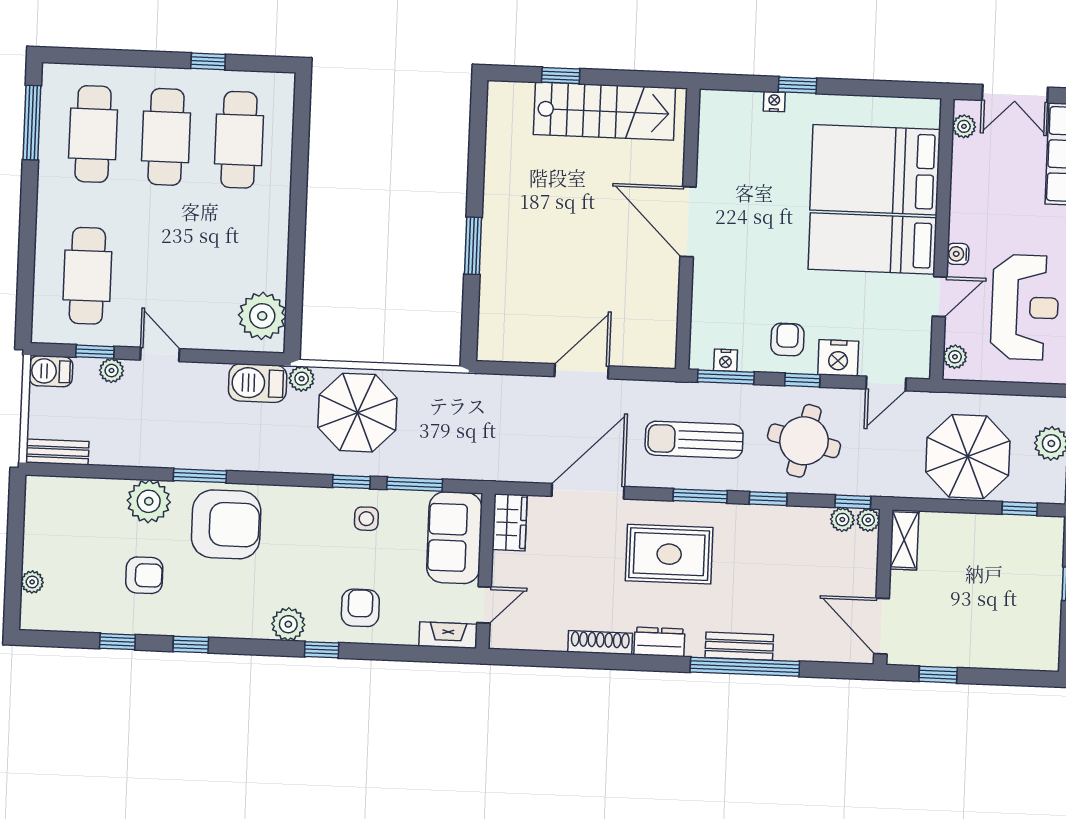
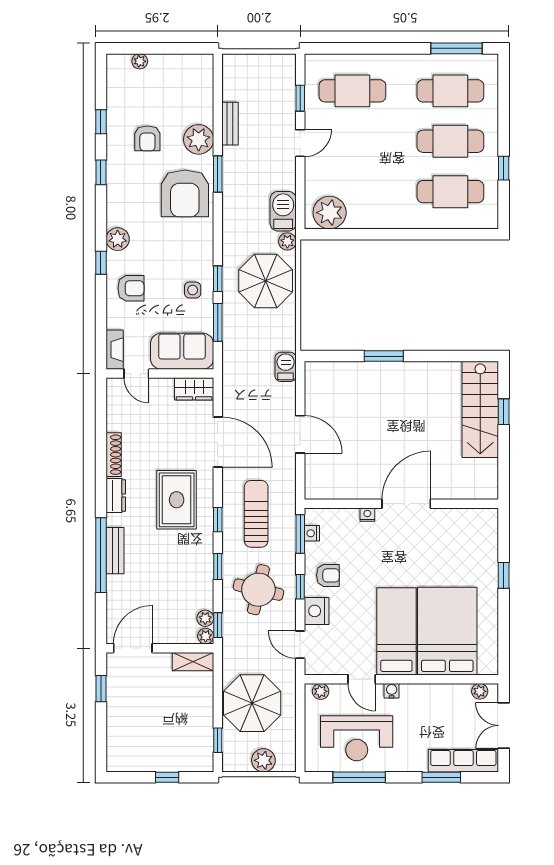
nightstand: (774, 102) -> (367, 515), moved, turned -90
stairs: (604, 111) -> (480, 409), moved
barbecue: (51, 371) -> (286, 367), moved
plant: (112, 371) -> (288, 110), removed
bench: (57, 452) -> (230, 124), moved
window: (700, 496) -> (218, 520), width x0.67

